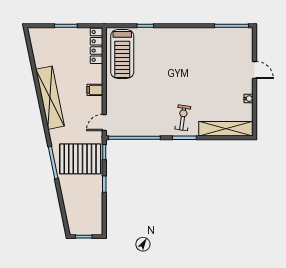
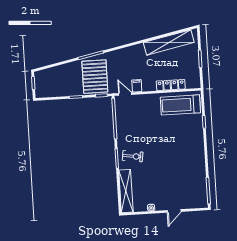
locker: (96, 46) -> (171, 85), moved
filing cabinet: (95, 90) -> (137, 86), moved
shelving: (50, 98) -> (169, 42), moved

